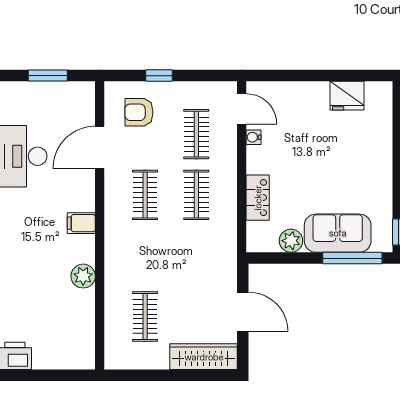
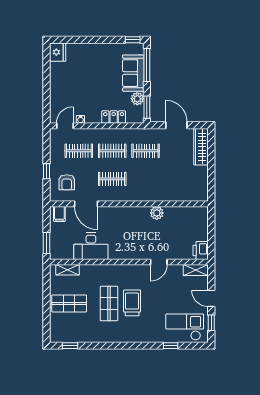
window: (48, 76) -> (47, 243), moved
fridge: (347, 96) -> (58, 52), moved
filing cabinet: (81, 223) -> (59, 214), moved
window: (276, 258) -> (147, 107), added
door: (243, 312) -> (176, 125), hinge flipped
clothes rail: (145, 317) -> (146, 151), moved

